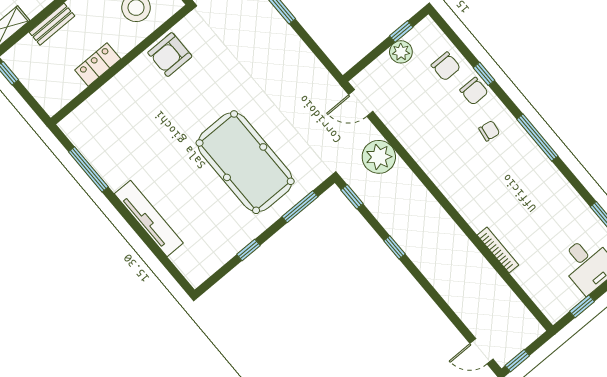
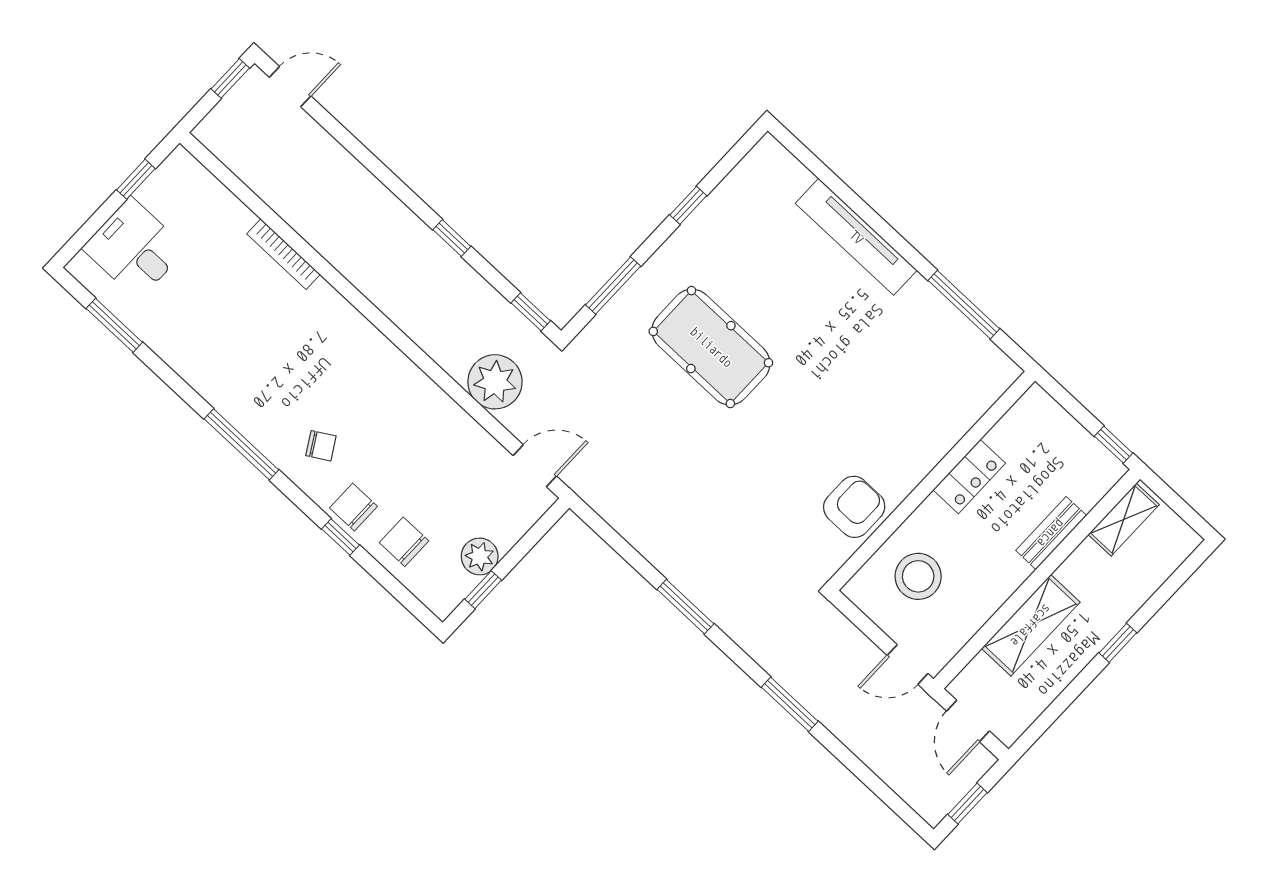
chair: (489, 131) -> (321, 446), turned -130
pool table: (245, 162) -> (711, 347), width x0.73, depth x0.76

